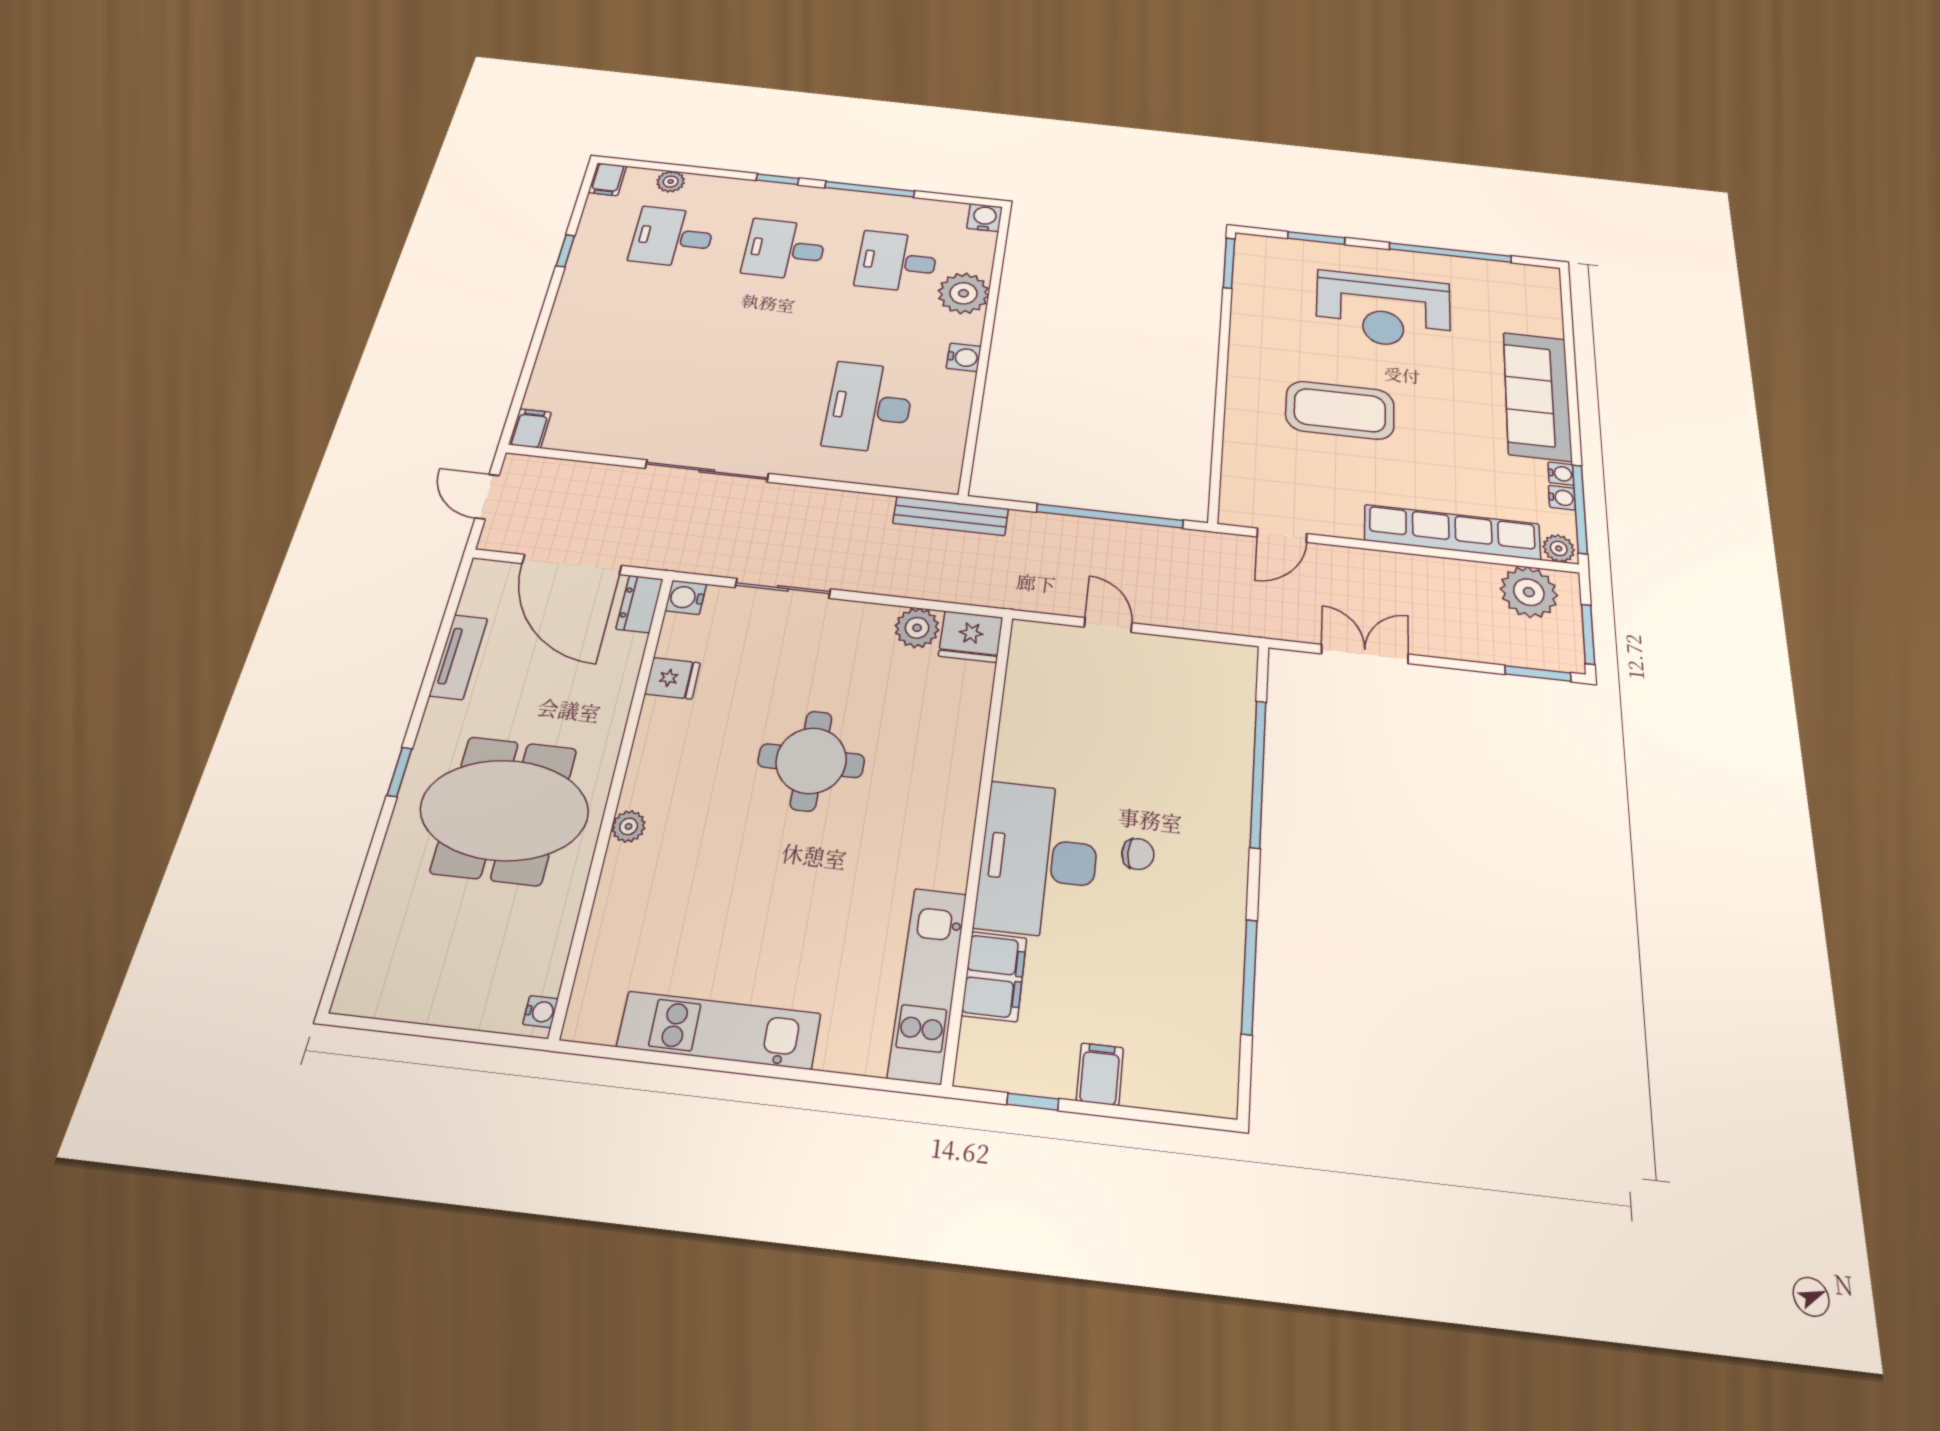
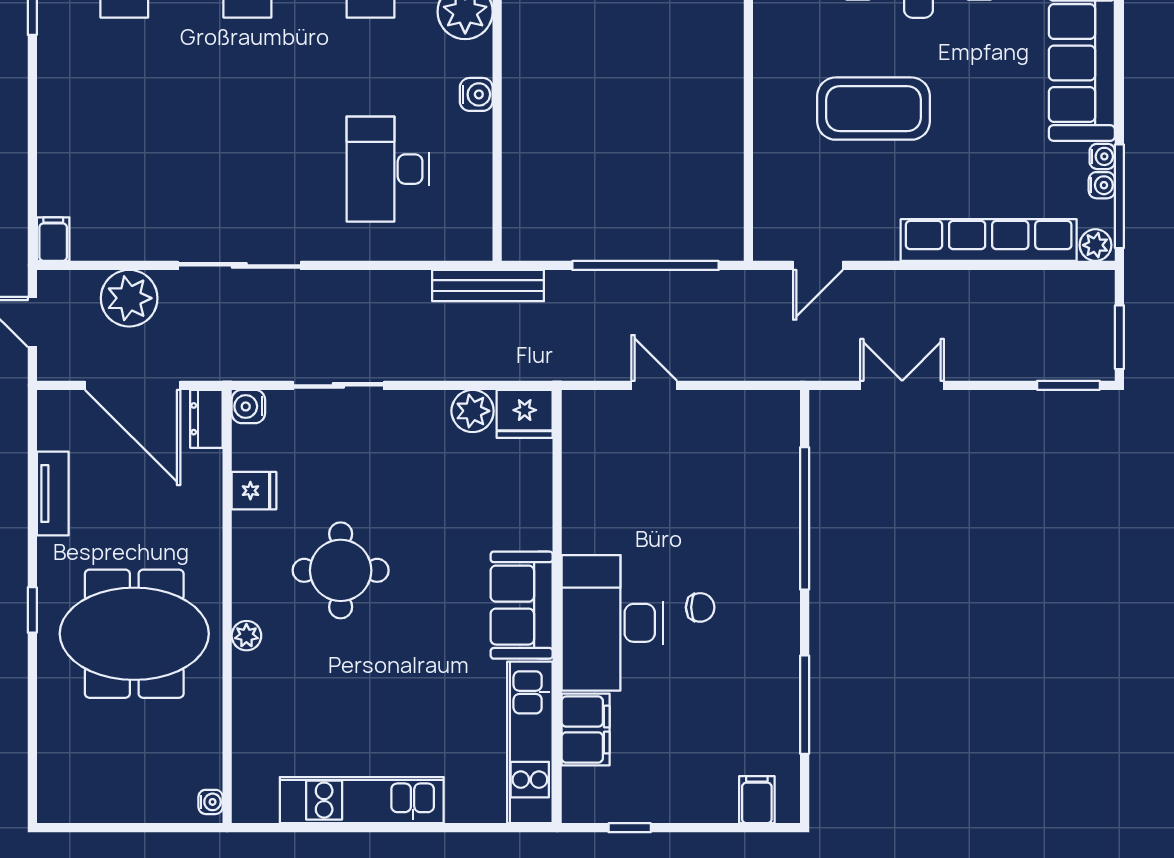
plant: (1529, 592) -> (129, 298), moved
round table: (811, 761) -> (341, 570), moved
sofa: (940, 829) -> (522, 605), added
filing cabinet: (1100, 1074) -> (757, 800), moved

